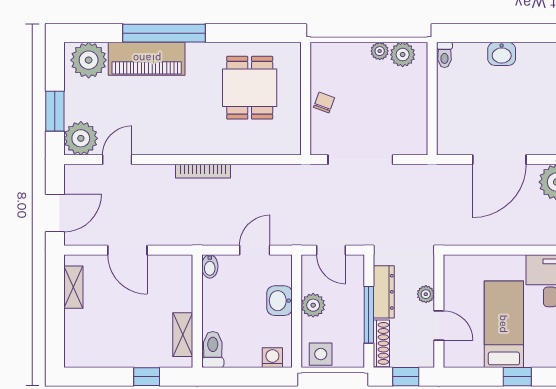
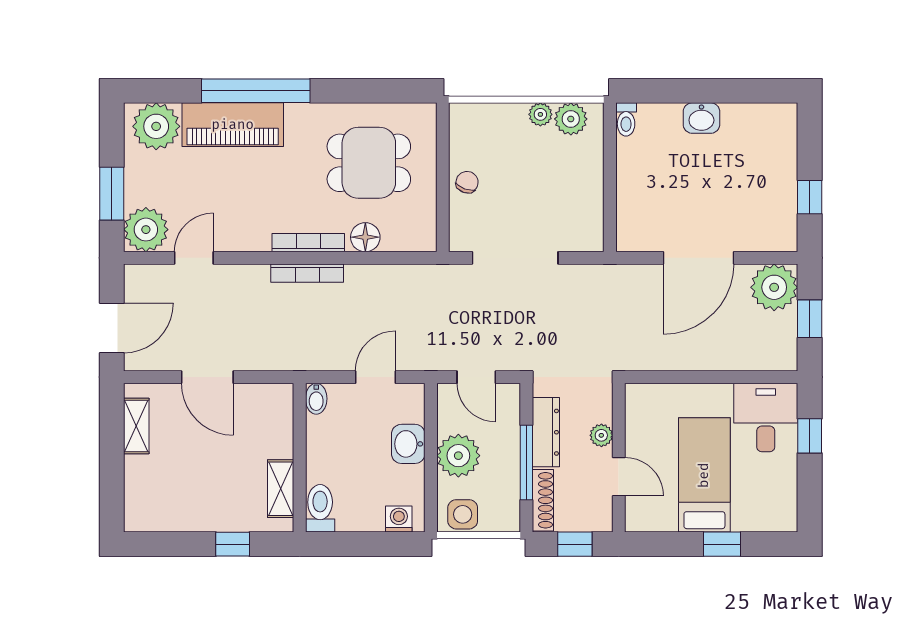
dining table: (250, 88) -> (369, 163), turned 90
floor lamp: (247, 144) -> (365, 237), added
bookcase: (204, 148) -> (308, 243), added
plant: (313, 305) -> (458, 456), width x1.36, depth x1.36

